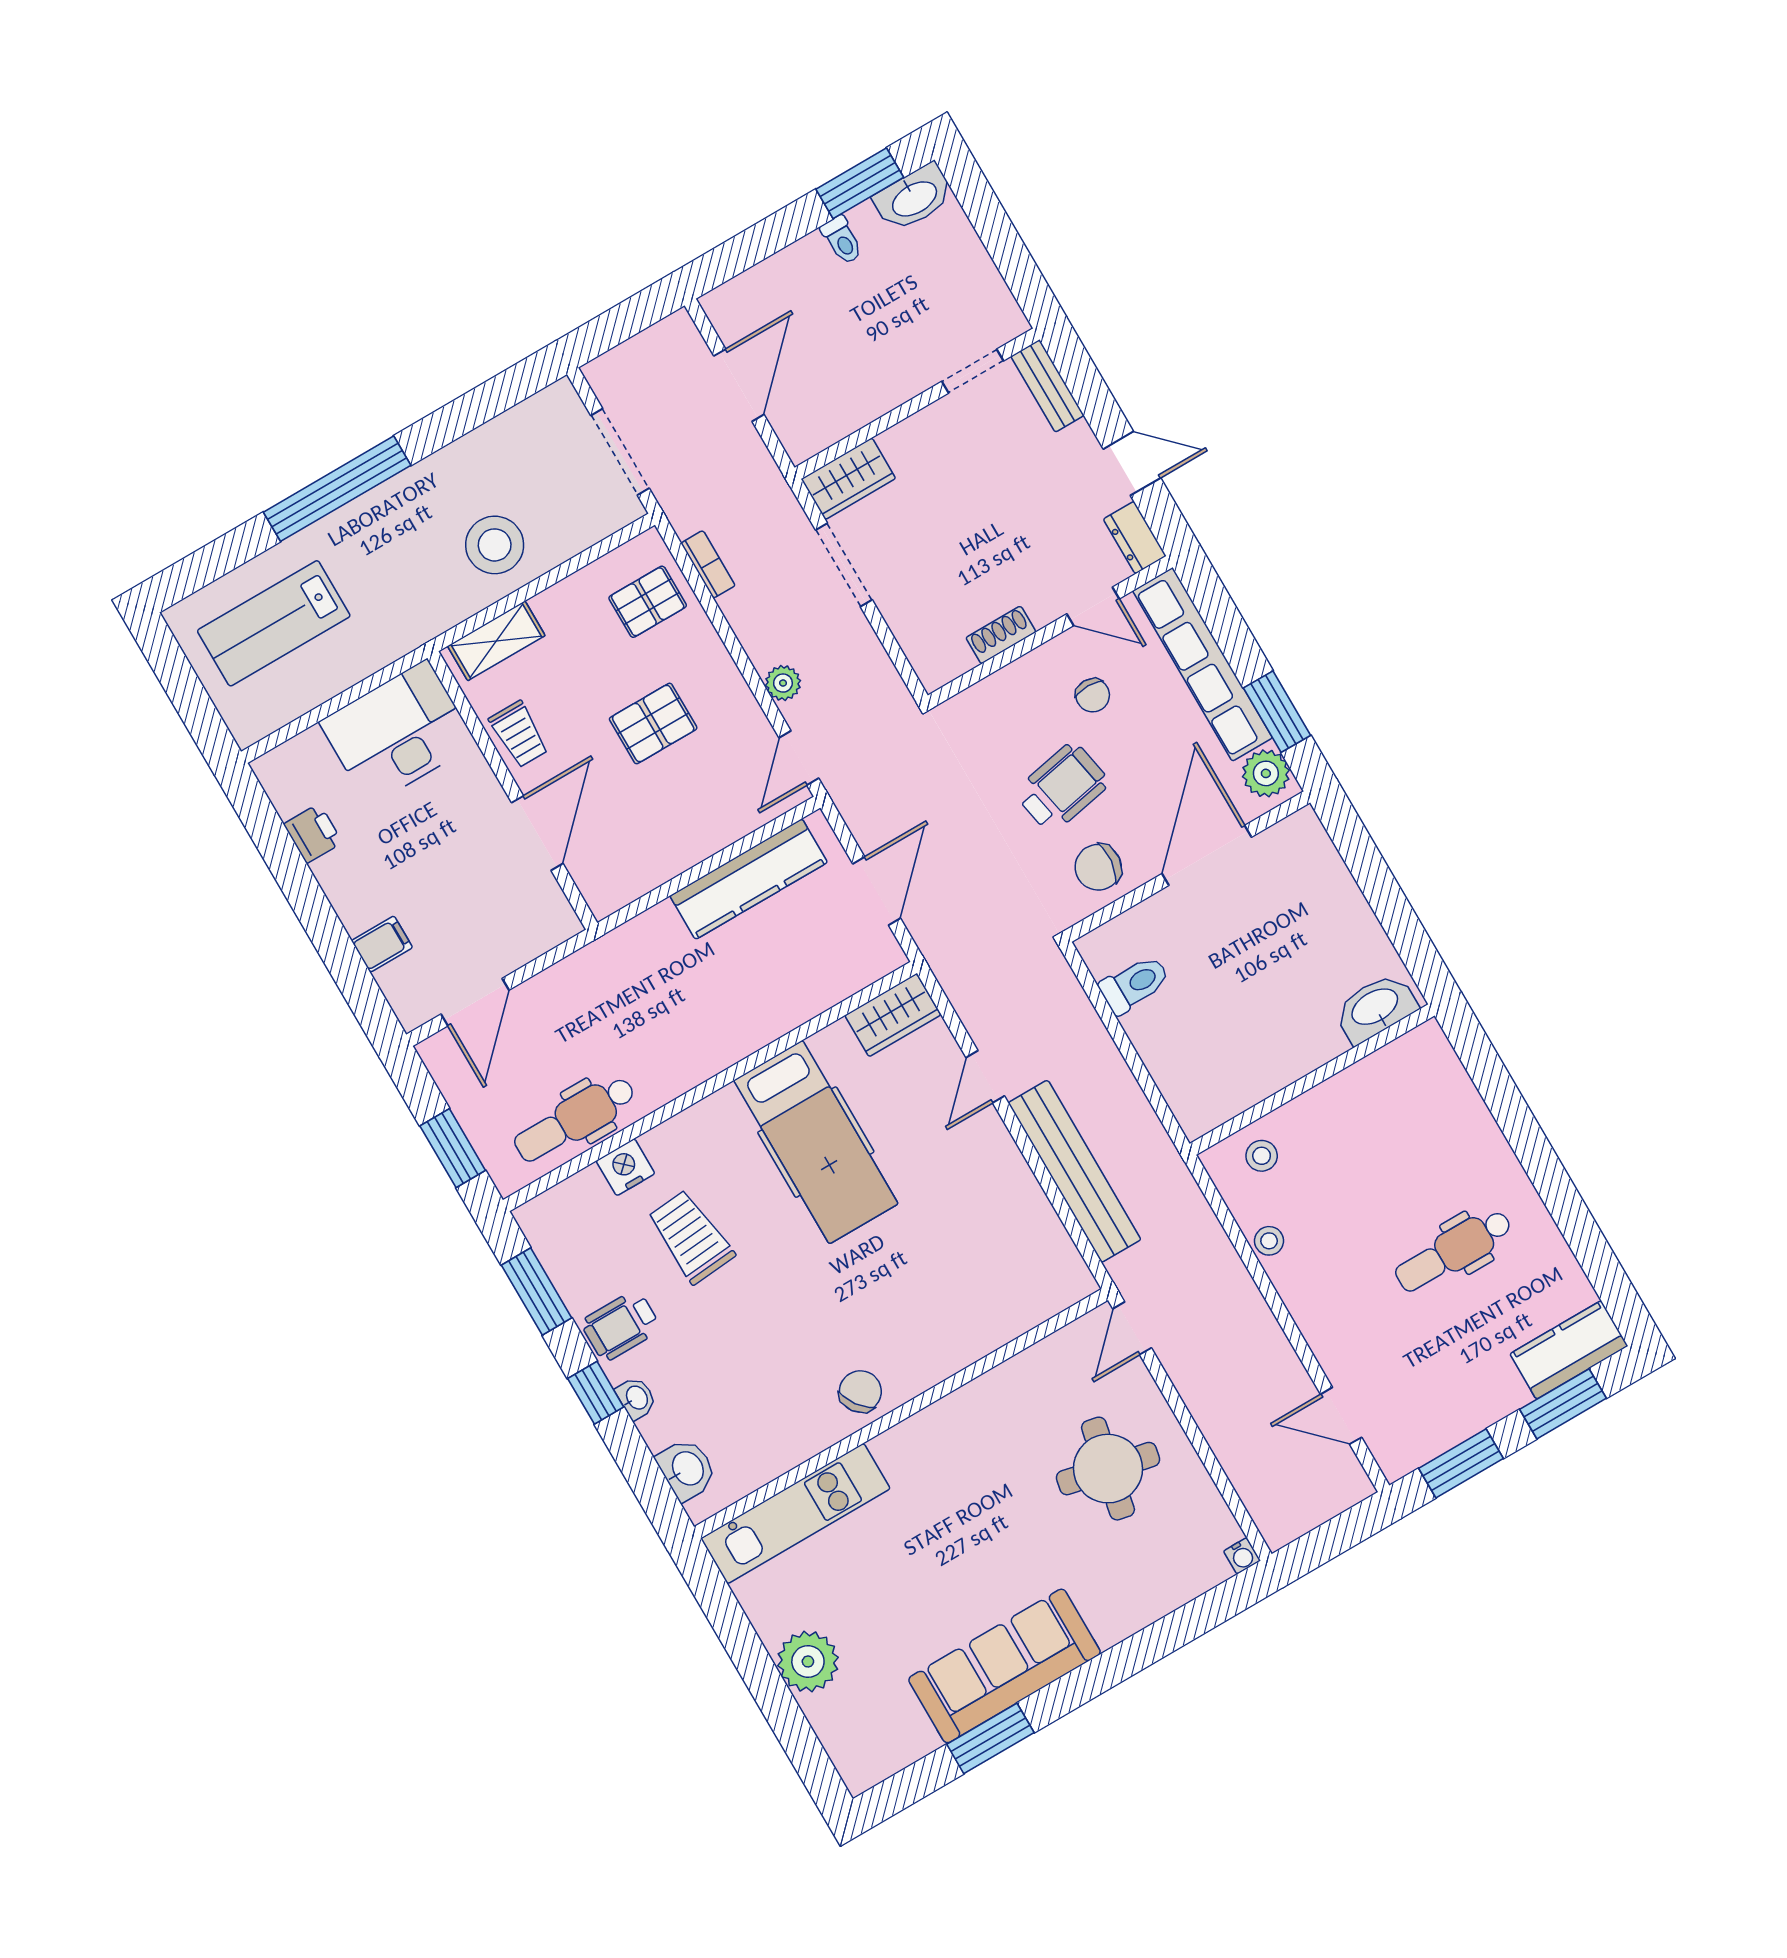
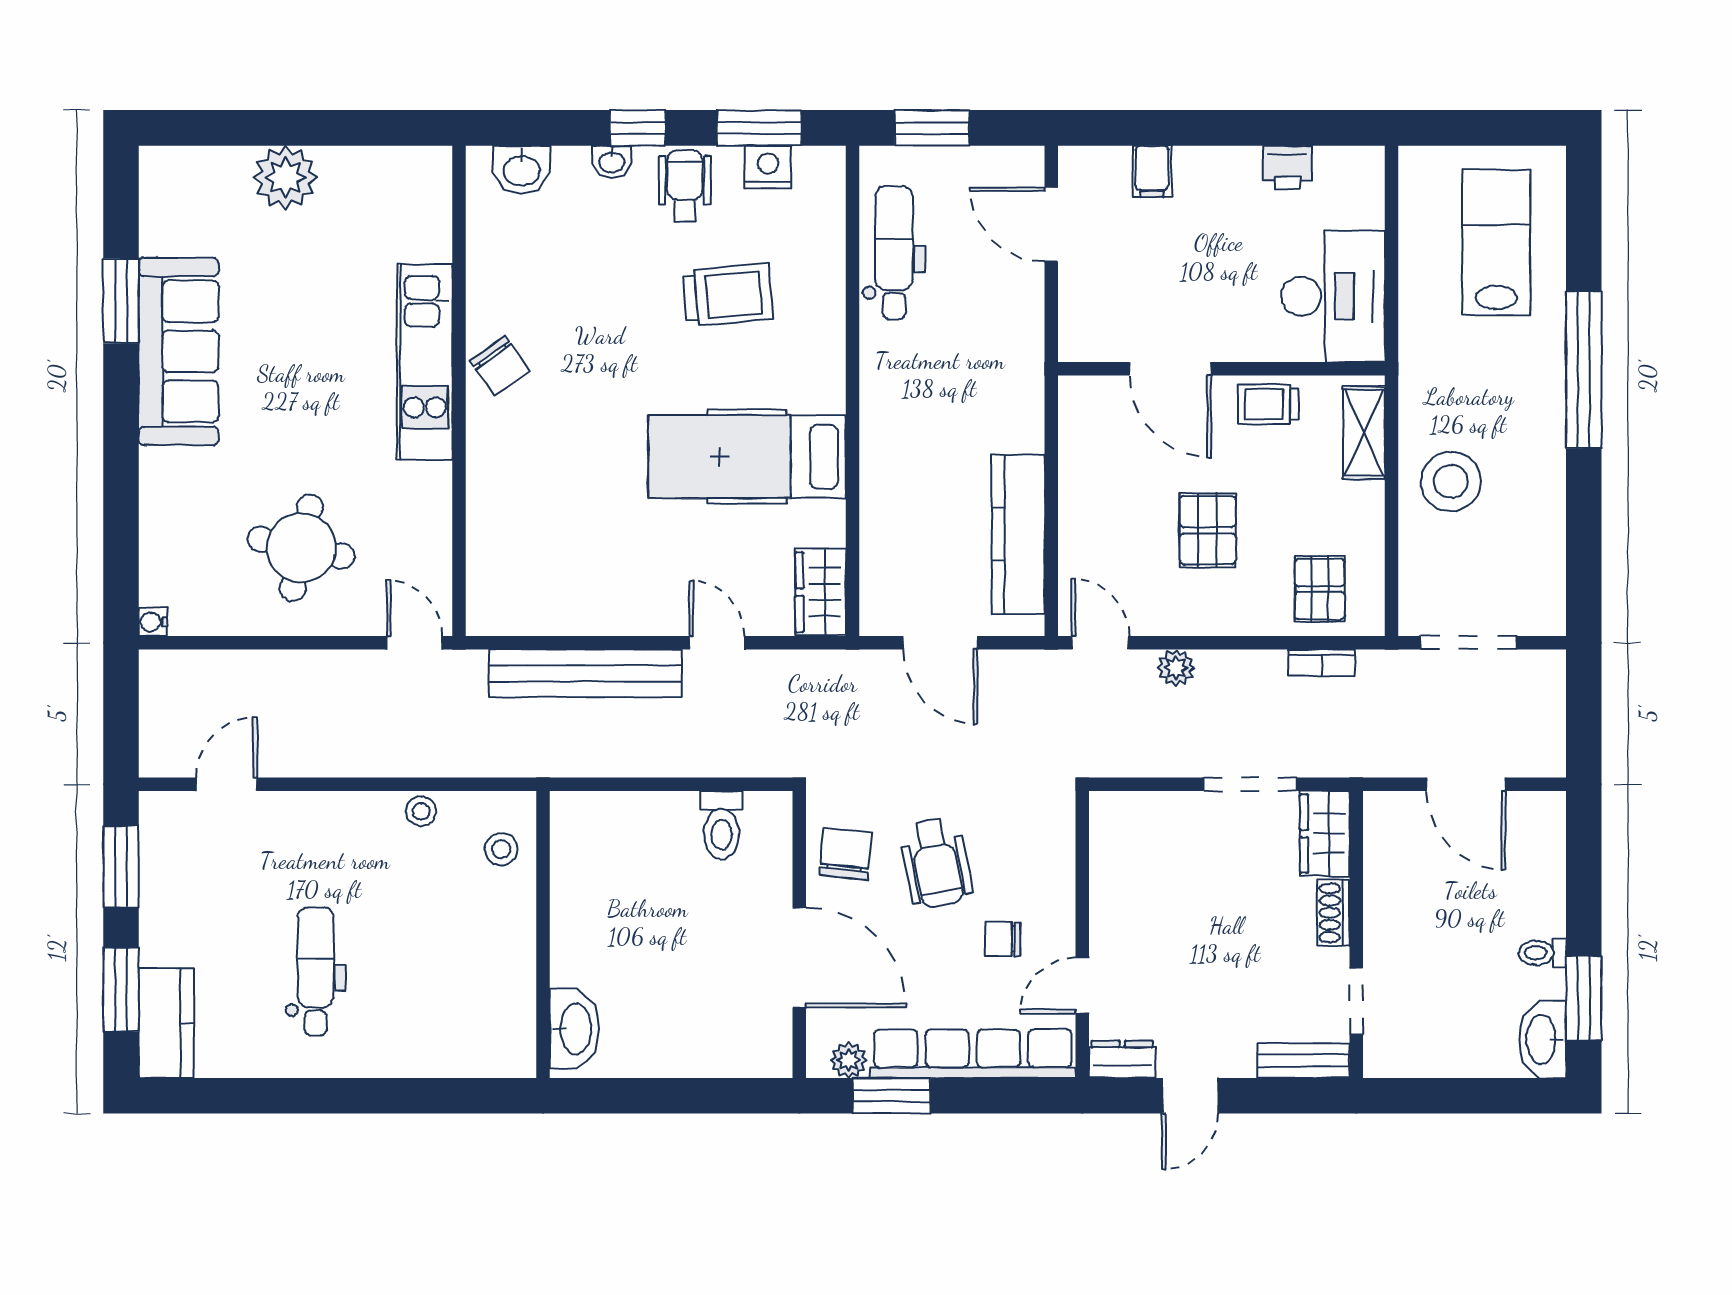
shoe rack: (1001, 635) -> (1334, 913), moved, turned 180
plant: (1266, 773) -> (849, 1060), width x0.73, depth x0.73
nightstand: (625, 1167) -> (768, 167), moved, turned -90
kitchen unit: (795, 1514) -> (425, 362), moved

